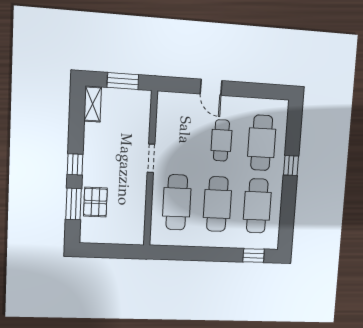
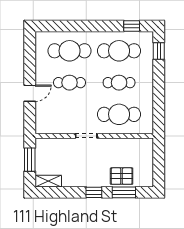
window: (291, 166) -> (132, 26), moved
cafe table: (217, 204) -> (119, 83), width x0.73, depth x0.74

